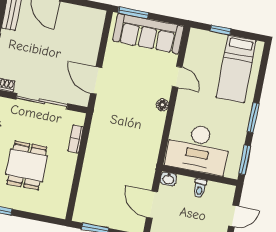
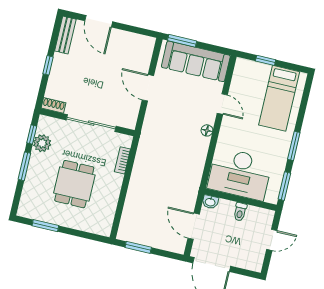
door: (96, 80) -> (148, 88), moved

